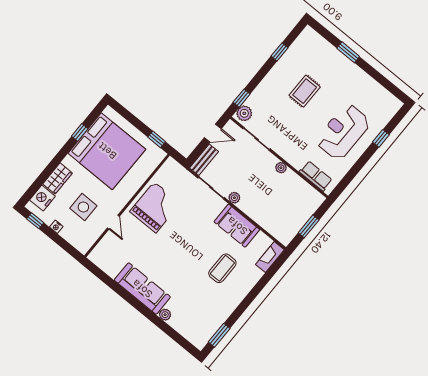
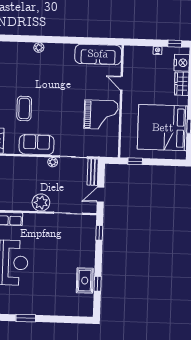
window: (348, 52) -> (26, 318), moved
rug: (305, 91) -> (85, 281), moved
plant: (244, 113) -> (90, 224), removed
plant: (281, 168) -> (41, 203), width x1.88, depth x1.88
side table: (83, 207) -> (150, 78), removed
grand piano: (155, 207) -> (101, 115), turned -90
sofa: (142, 289) -> (98, 54), moved

